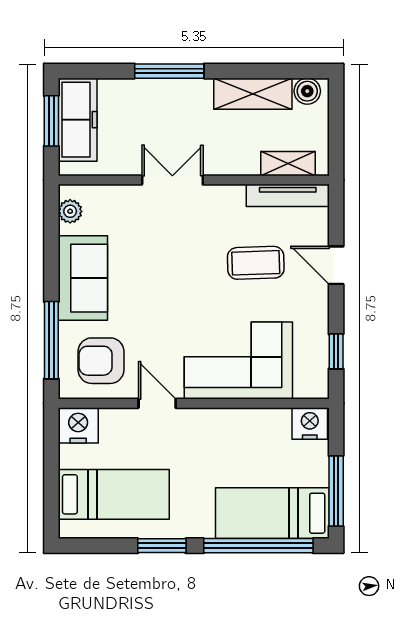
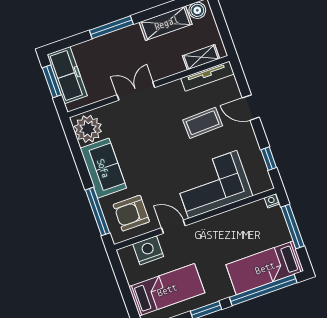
plant: (70, 211) -> (88, 129), width x1.87, depth x1.87
nightstand: (310, 423) -> (272, 201), width x0.53, depth x0.56
nightstand: (78, 425) -> (148, 250), moved
window: (336, 491) -> (293, 226), moved

